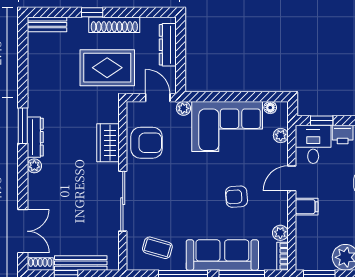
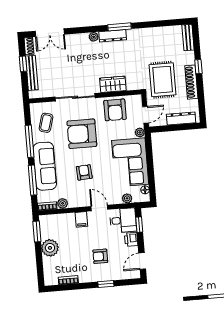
armchair: (178, 195) -> (82, 134), added

